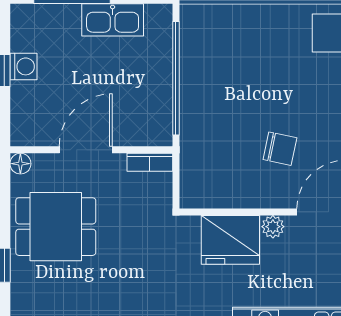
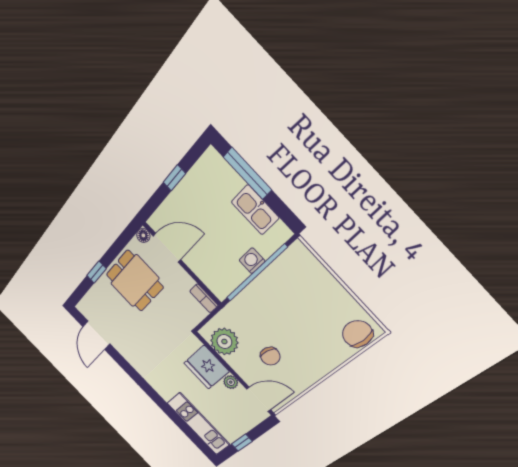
washing machine: (23, 66) -> (252, 261), moved, turned 180
door: (86, 150) -> (167, 248), moved
plant: (219, 187) -> (224, 342), added

